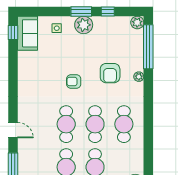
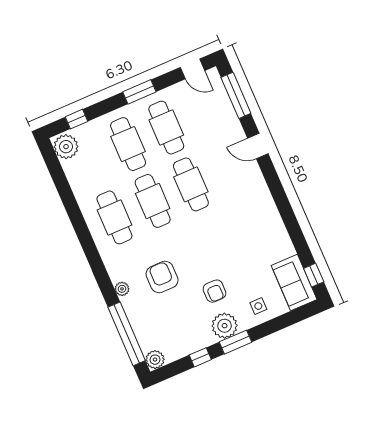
armchair: (74, 82) -> (214, 291), moved, turned 90

